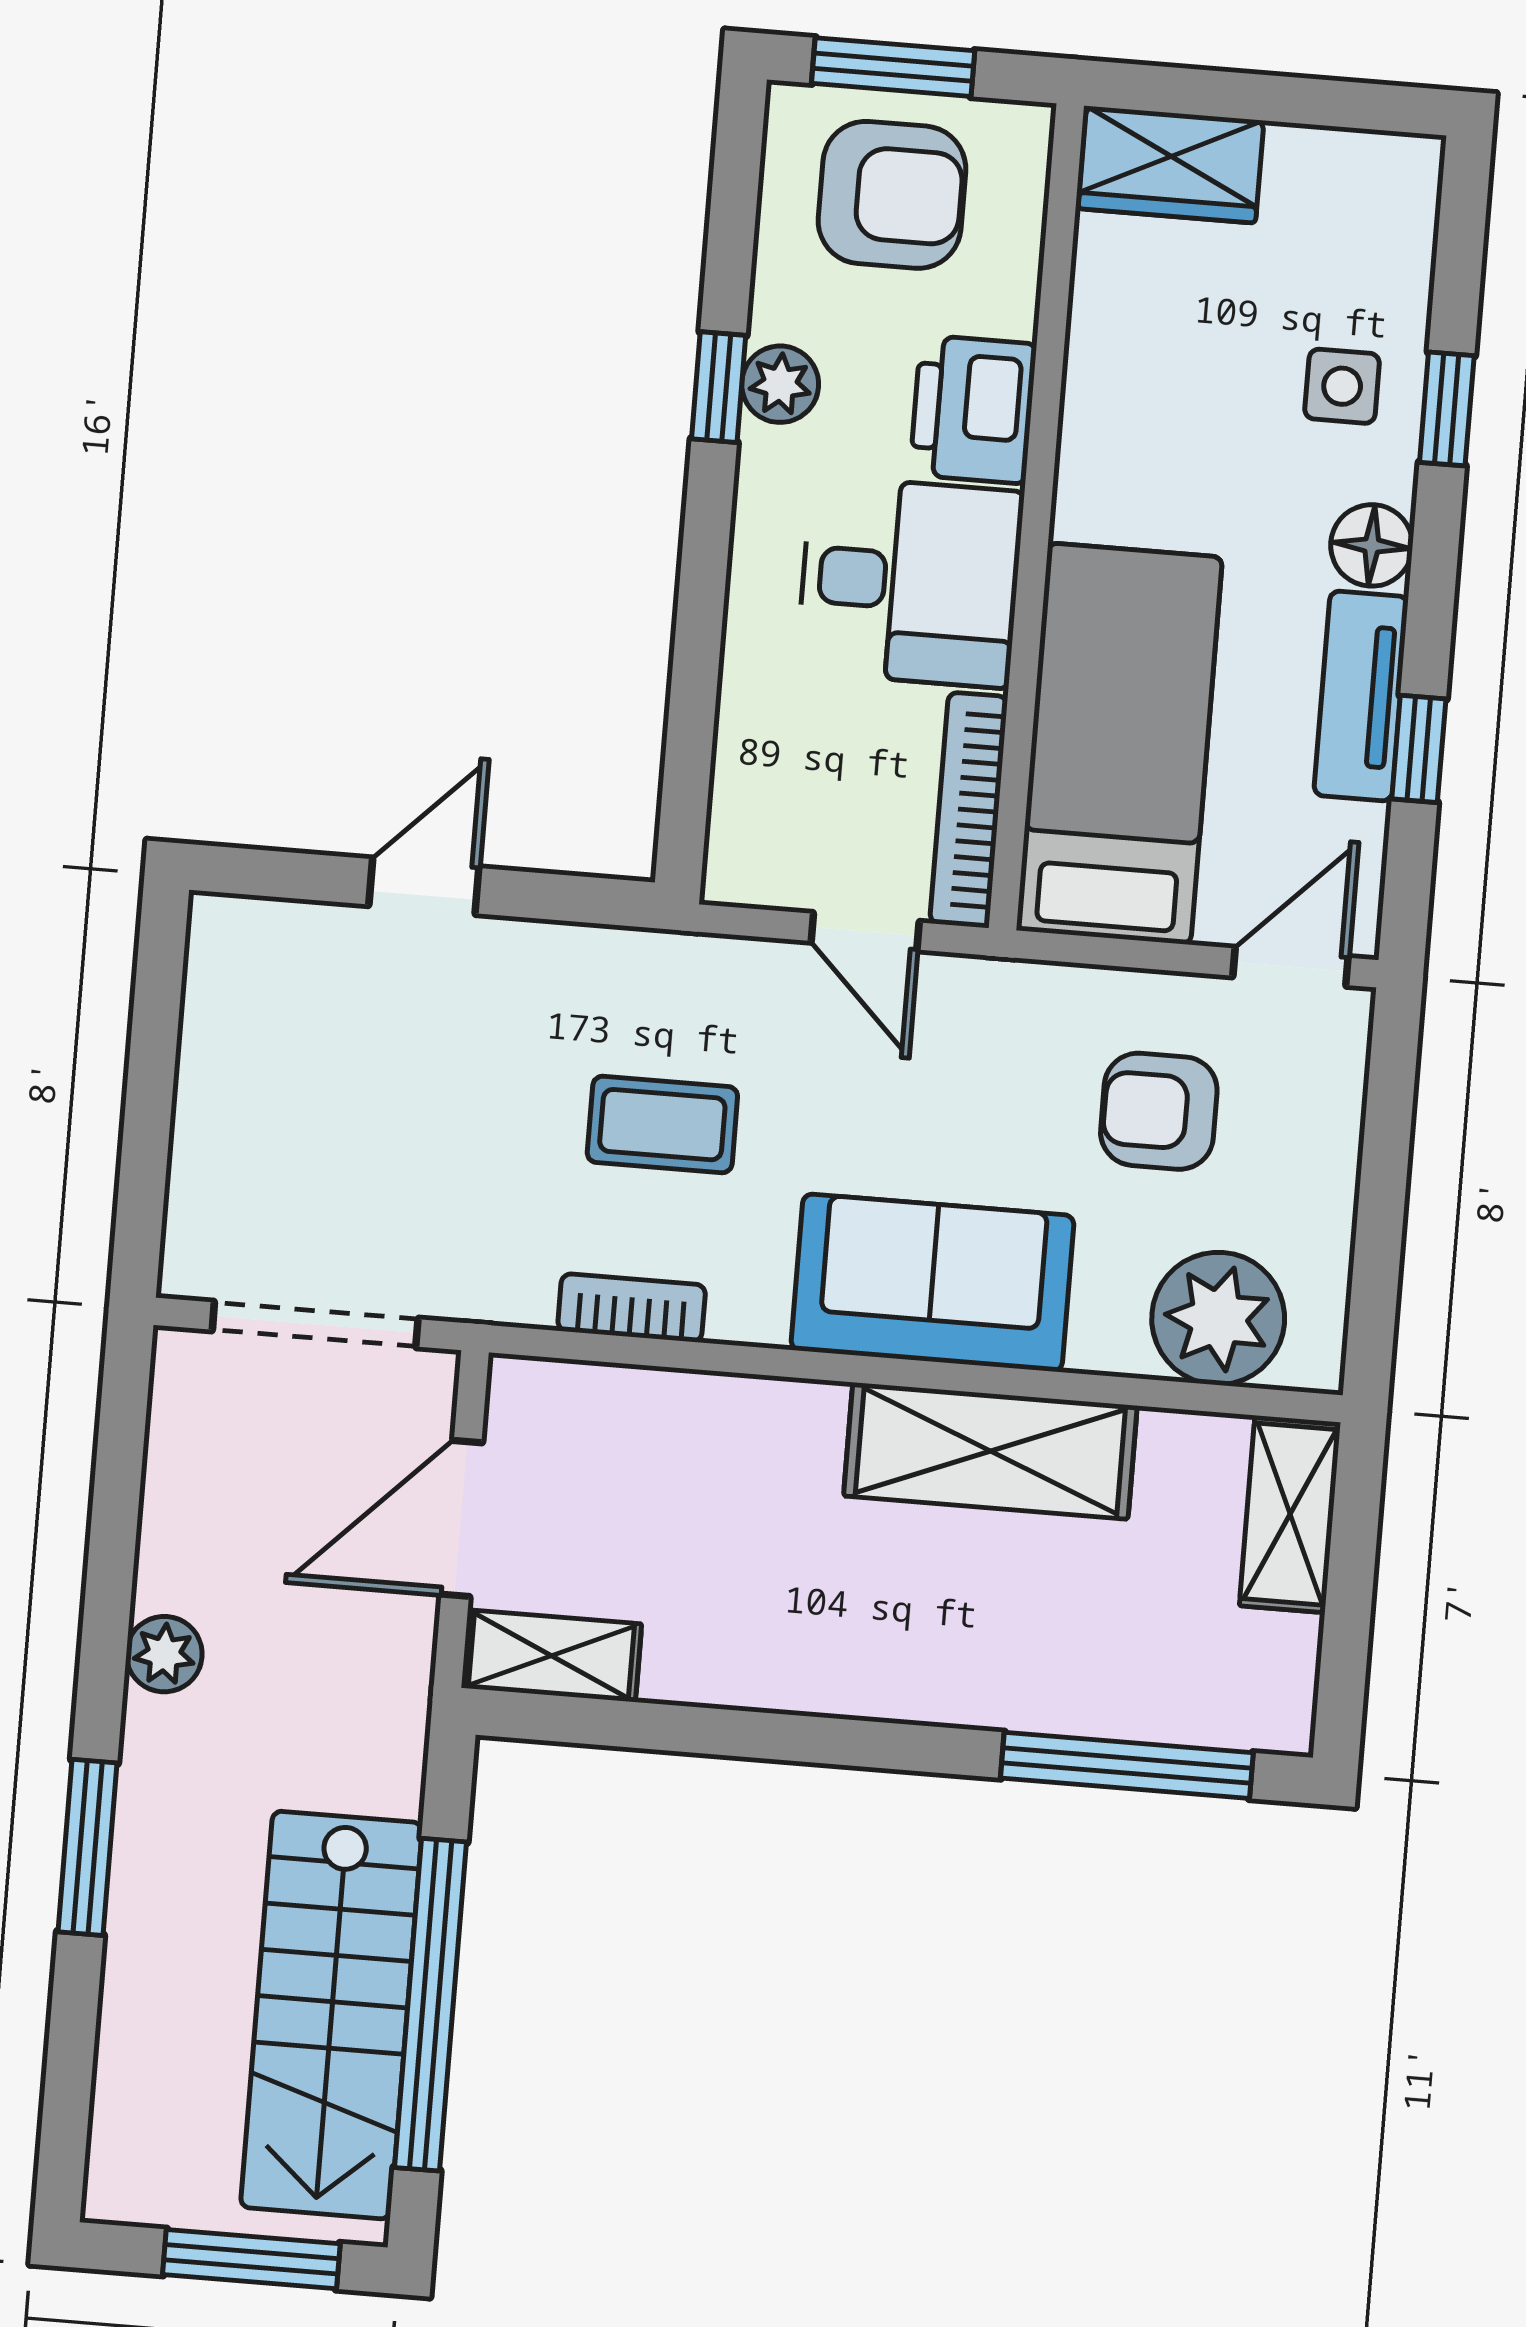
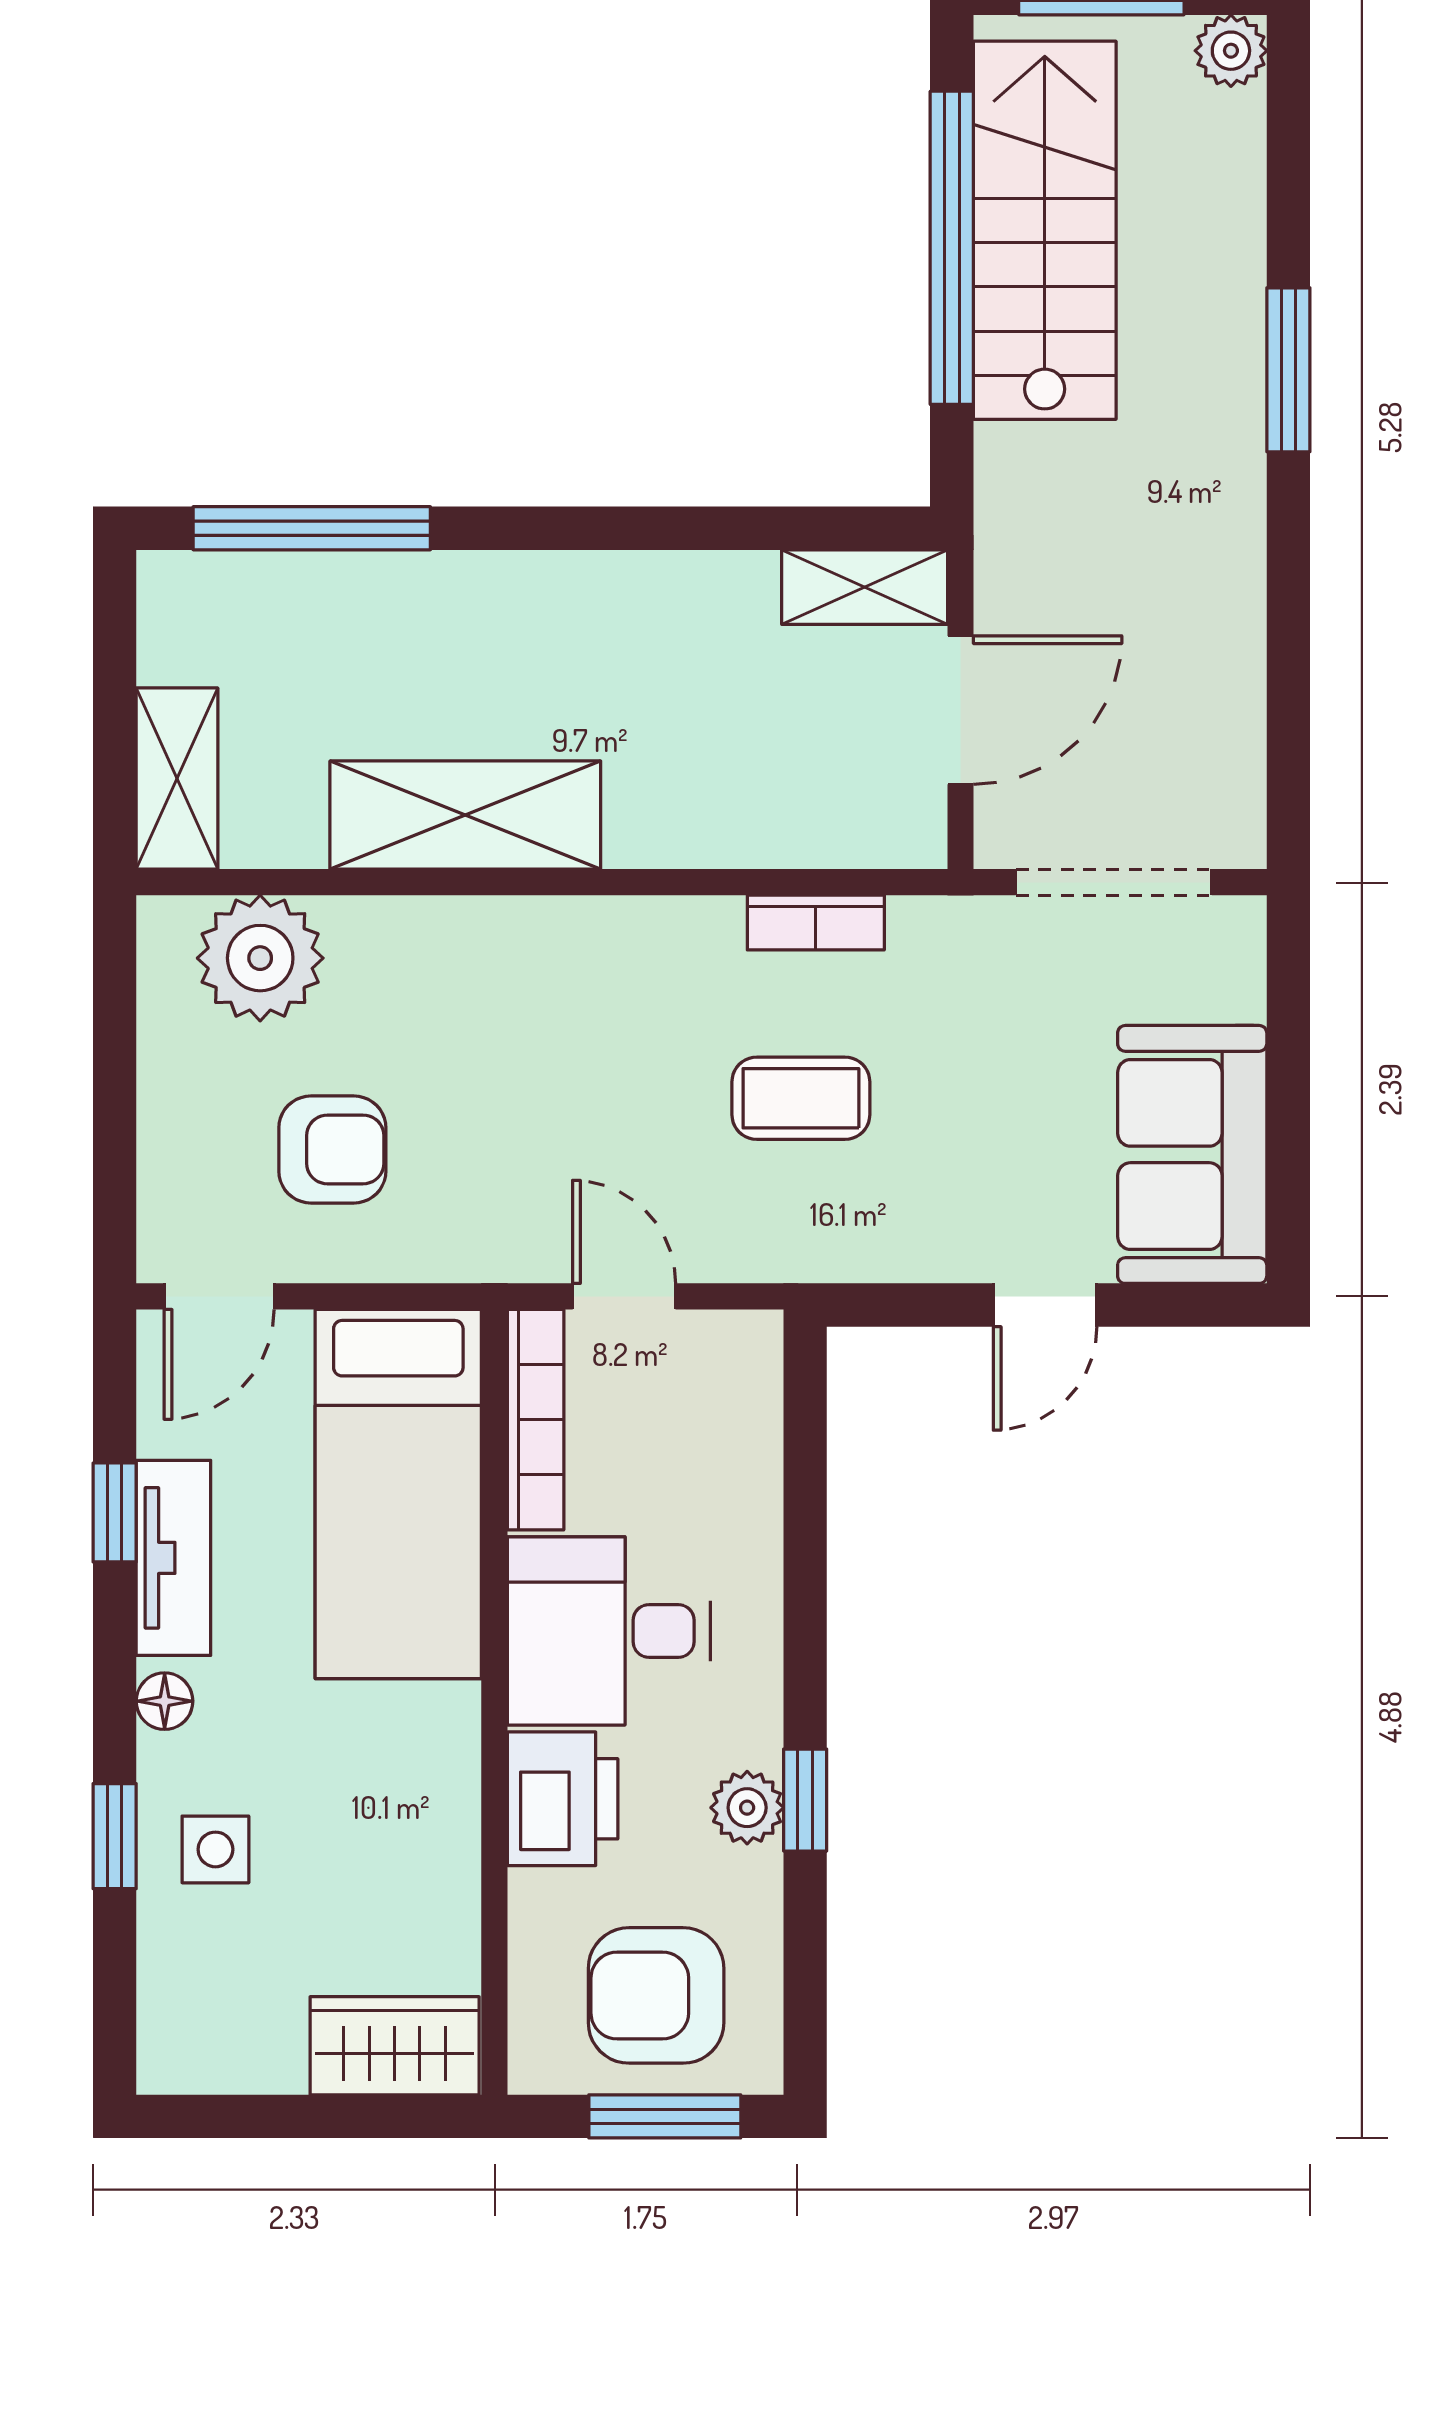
floor lamp: (1372, 545) -> (165, 1701), width x0.73, depth x0.73
sofa: (933, 1283) -> (1192, 1154), moved, turned 90
plant: (164, 1654) -> (1231, 51), moved

